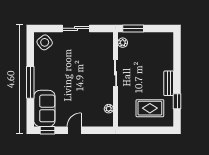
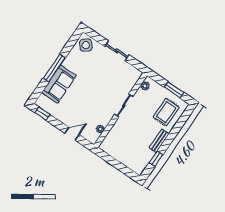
window: (133, 28) -> (174, 90), moved
sofa: (44, 108) -> (59, 84), moved
rug: (150, 108) -> (166, 112), moved, turned 90
door: (74, 130) -> (72, 134), moved

